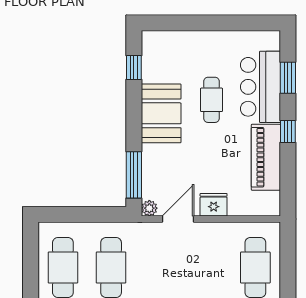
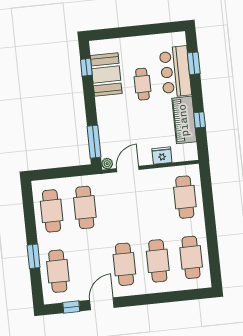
booth: (161, 113) -> (106, 75), moved
window: (288, 132) -> (200, 120), moved
fridge: (214, 205) -> (162, 156), moved

